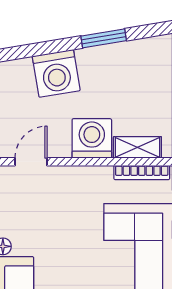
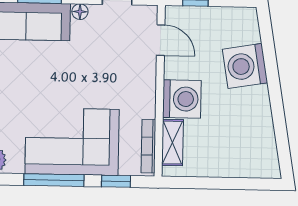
window: (104, 38) -> (278, 112), removed

